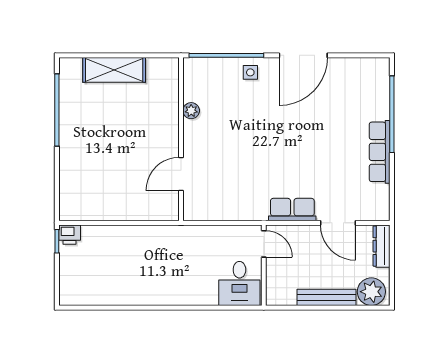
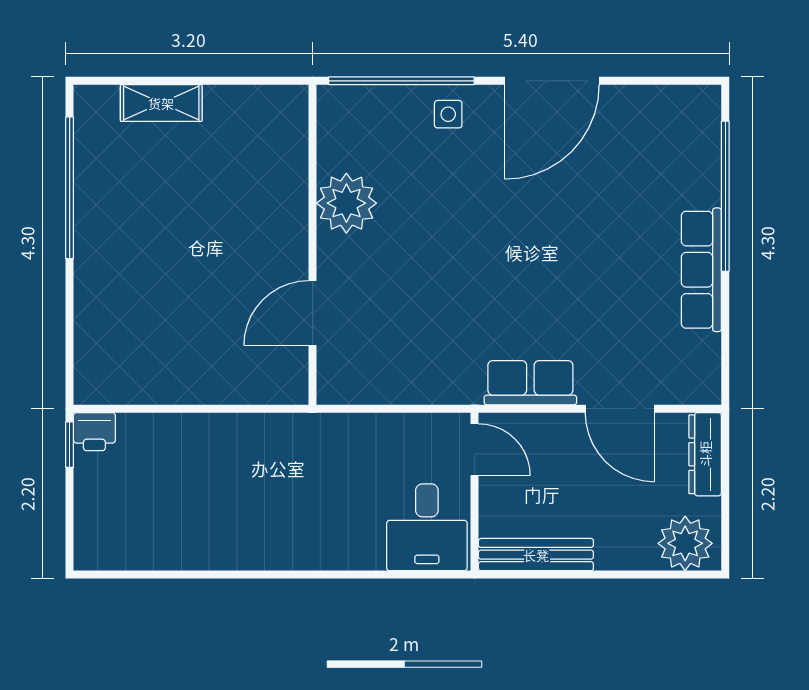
shelving: (114, 70) -> (161, 103), width x0.67, depth x0.75
plant: (191, 111) -> (346, 203), width x1.87, depth x1.87
bench: (326, 297) -> (536, 555), moved

